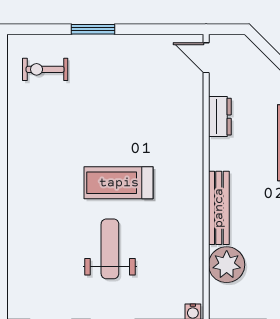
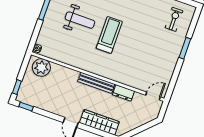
bench: (219, 208) -> (96, 83), moved
plant: (227, 265) -> (41, 67), moved

